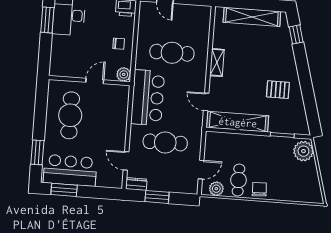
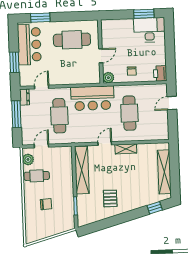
door: (95, 81) -> (101, 56), hinge flipped
door: (206, 102) -> (105, 144), moved
plant: (303, 151) -> (65, 224), removed
door: (201, 170) -> (41, 146), swing flipped
chair: (259, 189) -> (46, 204), moved
window: (64, 190) -> (14, 62), moved
window: (157, 197) -> (16, 114), width x1.44

